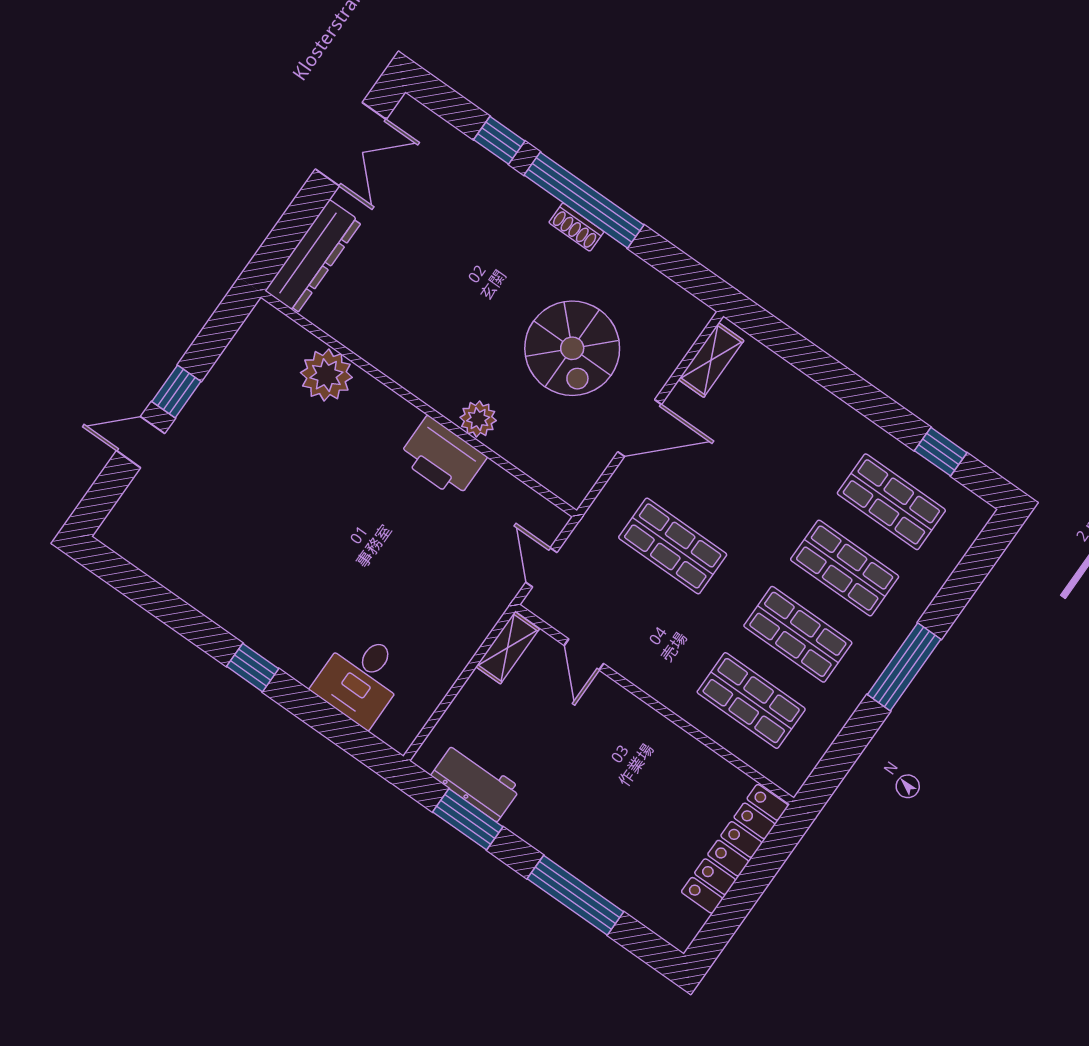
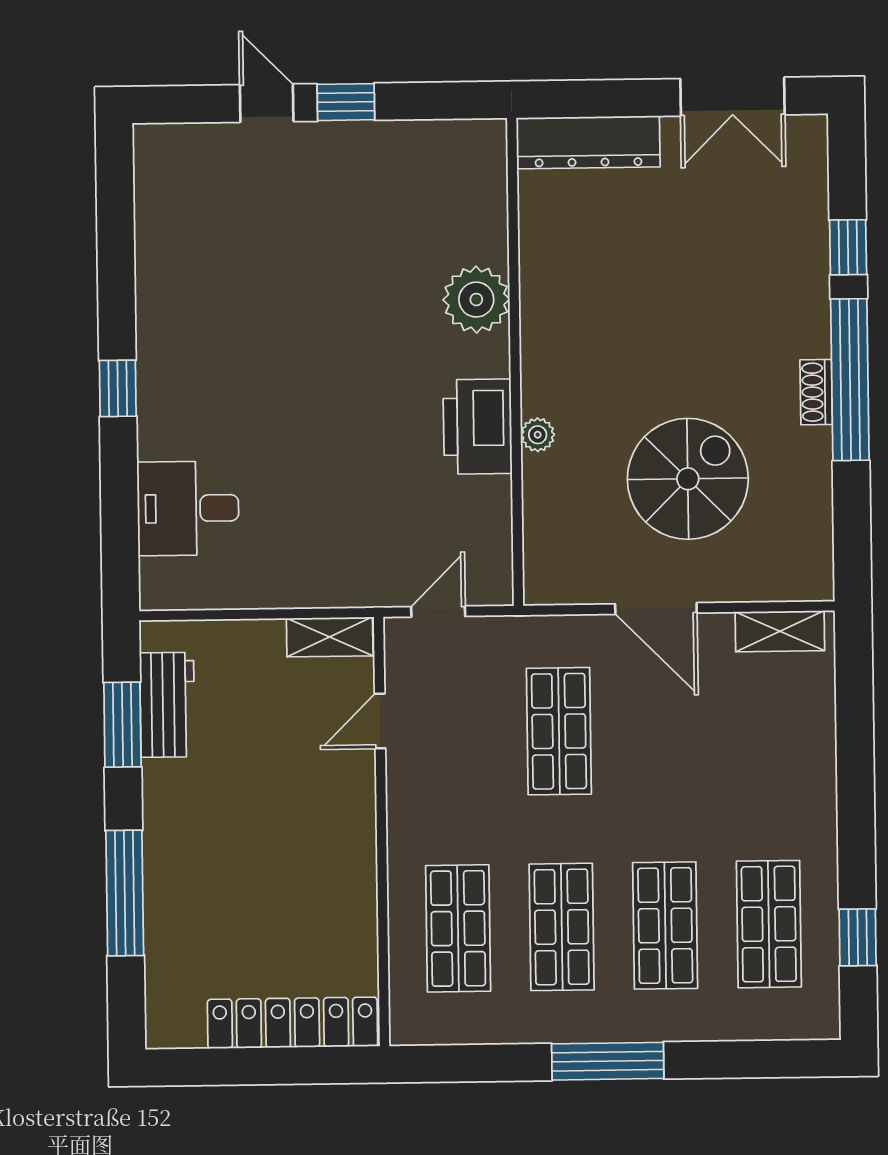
spiral stairs: (572, 348) -> (688, 479), turned 180
plant: (326, 375) -> (476, 300), moved
plant: (478, 419) -> (538, 435), width x0.73, depth x0.73

